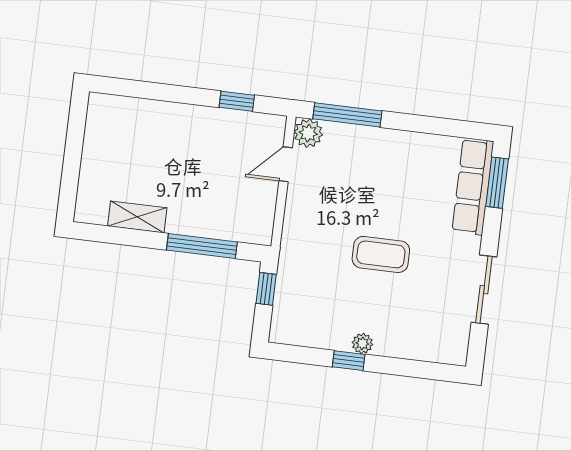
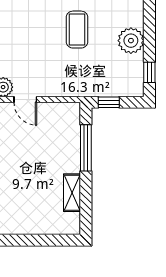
plant: (362, 343) -> (131, 41), width x1.88, depth x1.88
window: (349, 361) -> (149, 72), moved

